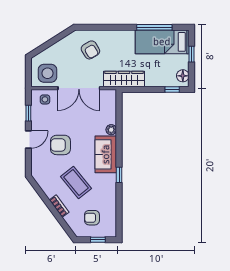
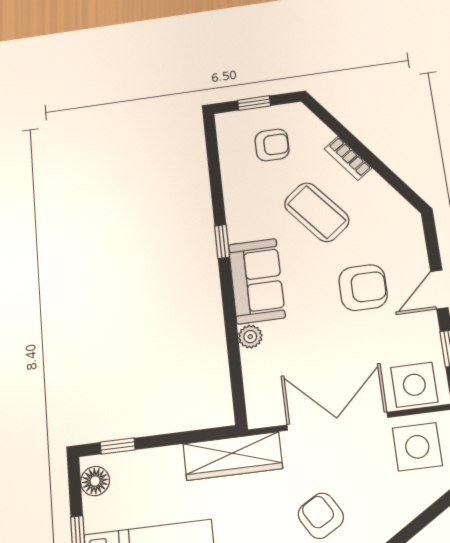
side table: (45, 99) -> (414, 385), width x1.87, depth x1.87

